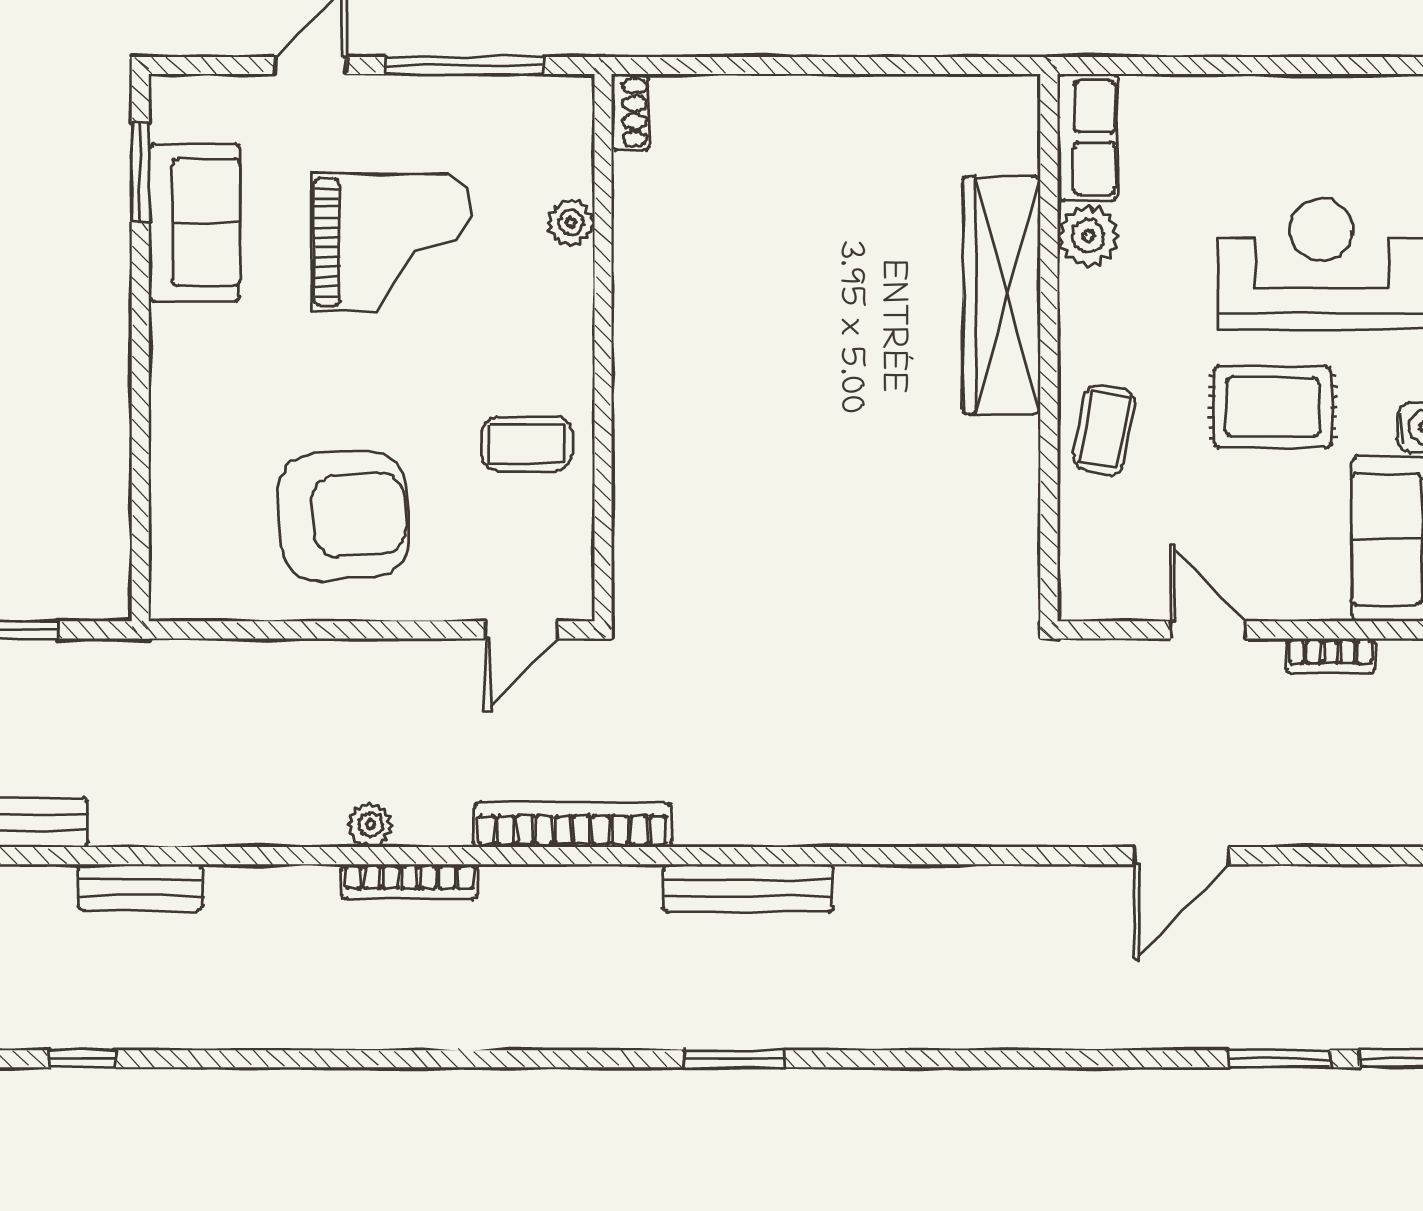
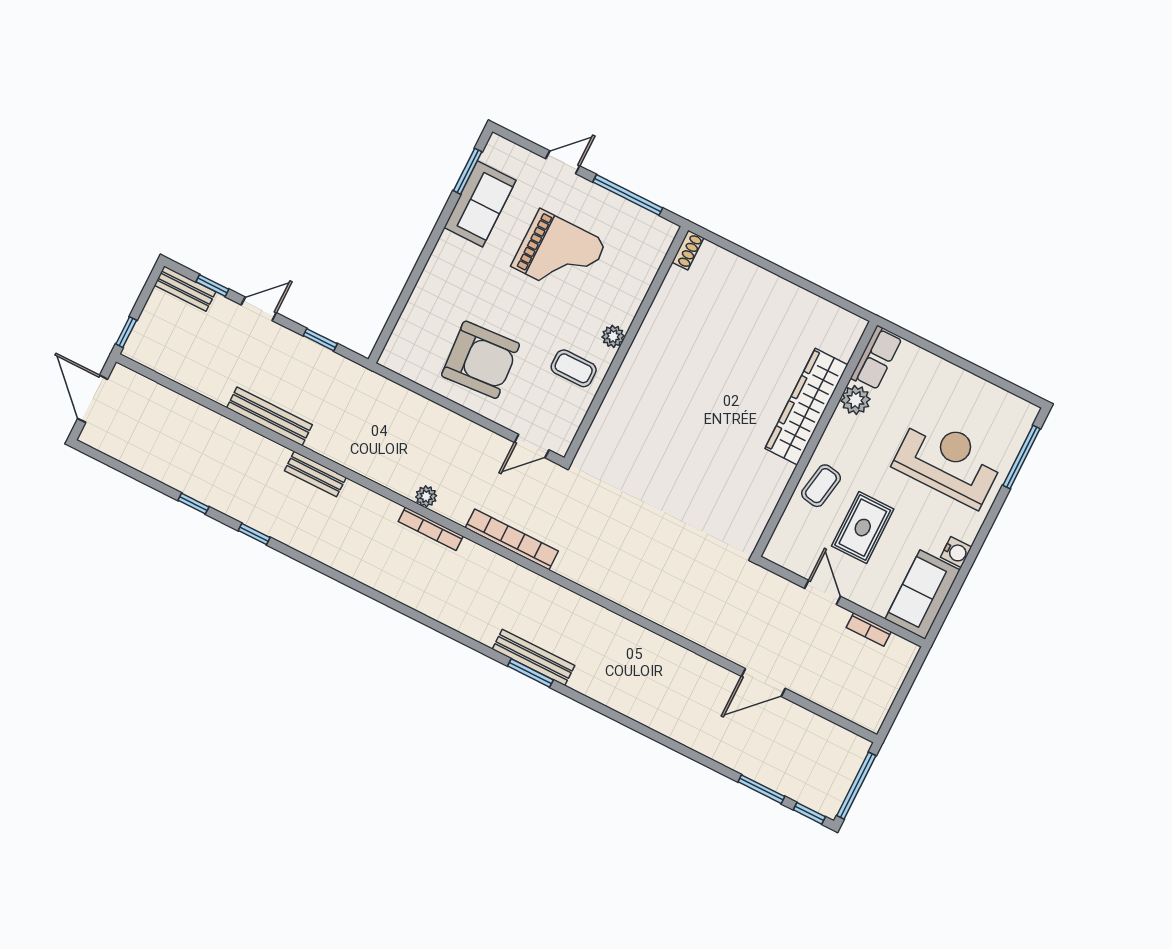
plant: (571, 223) -> (613, 336), moved
rug: (1273, 407) -> (863, 528), moved, turned 90
bench: (748, 888) -> (533, 657), moved

